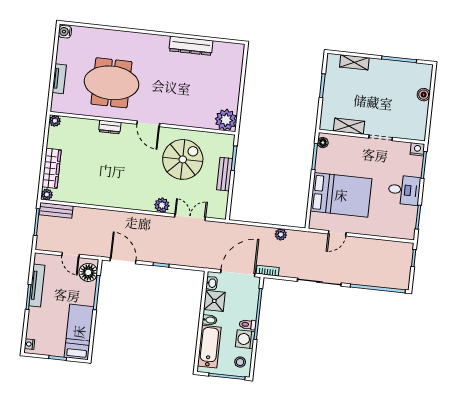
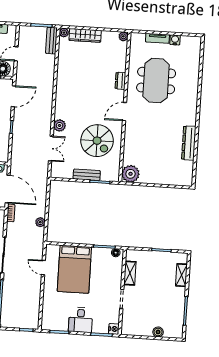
water cooler: (65, 32) -> (175, 40), moved

